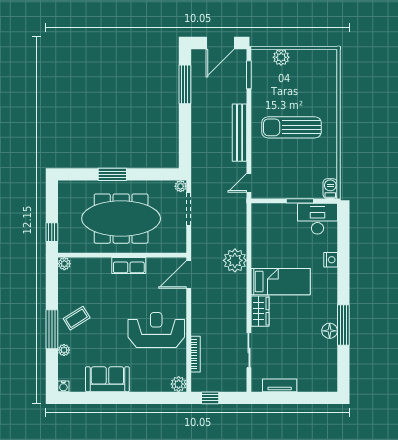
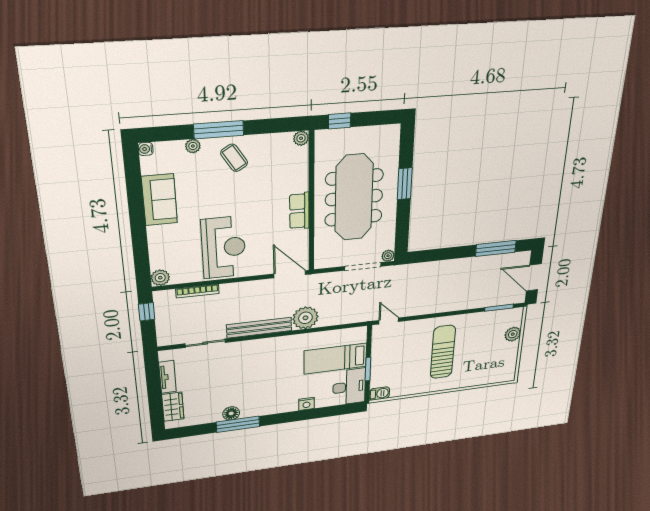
bench: (240, 133) -> (259, 328), moved
bed: (281, 282) -> (335, 359), moved, turned 90
wardrobe: (260, 311) -> (173, 407), moved, turned -90

